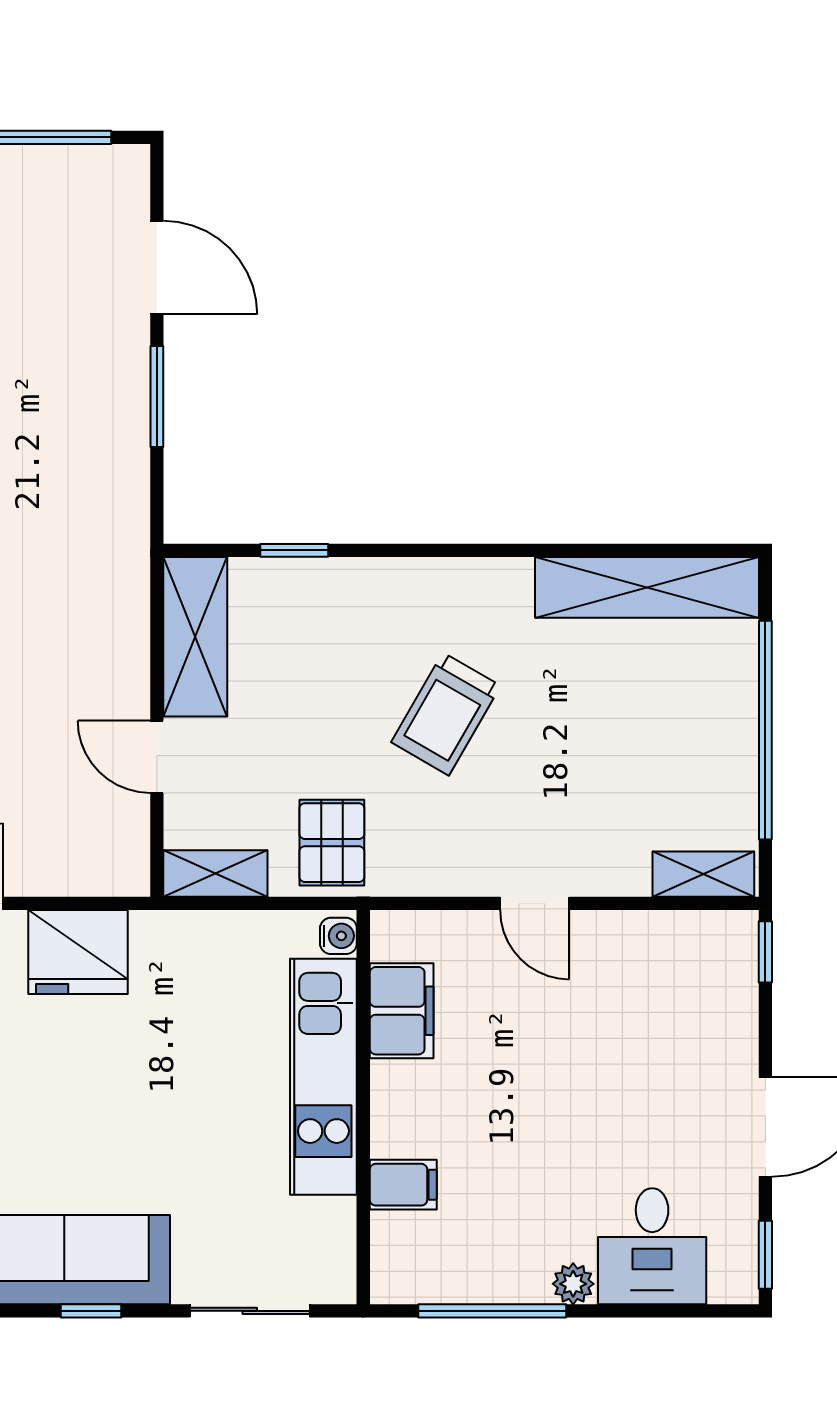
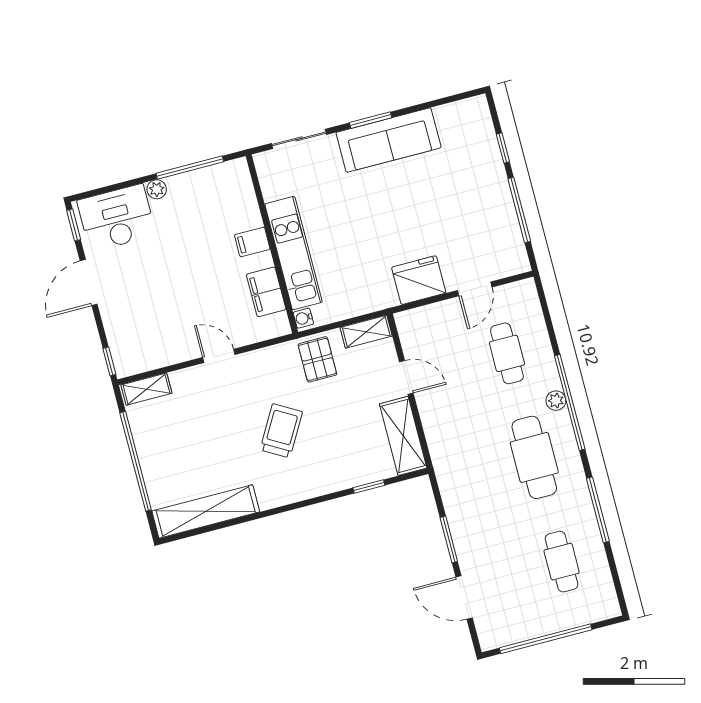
filing cabinet: (403, 1185) -> (252, 242), moved
desk: (652, 1246) -> (117, 218), width x1.37
window: (91, 1311) -> (371, 120), width x1.50

